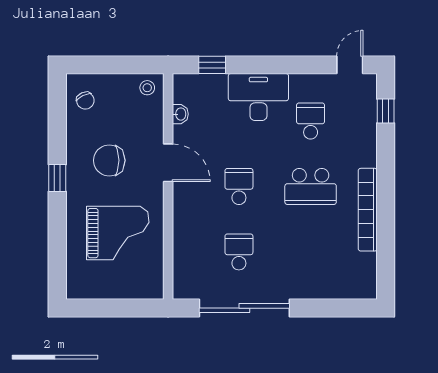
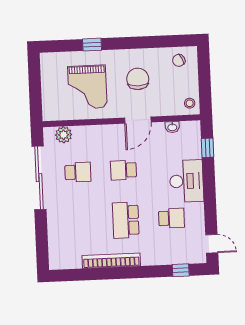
window: (57, 178) -> (92, 45), moved
school desk: (239, 186) -> (124, 170), turned 180
plant: (185, 270) -> (64, 135), added

